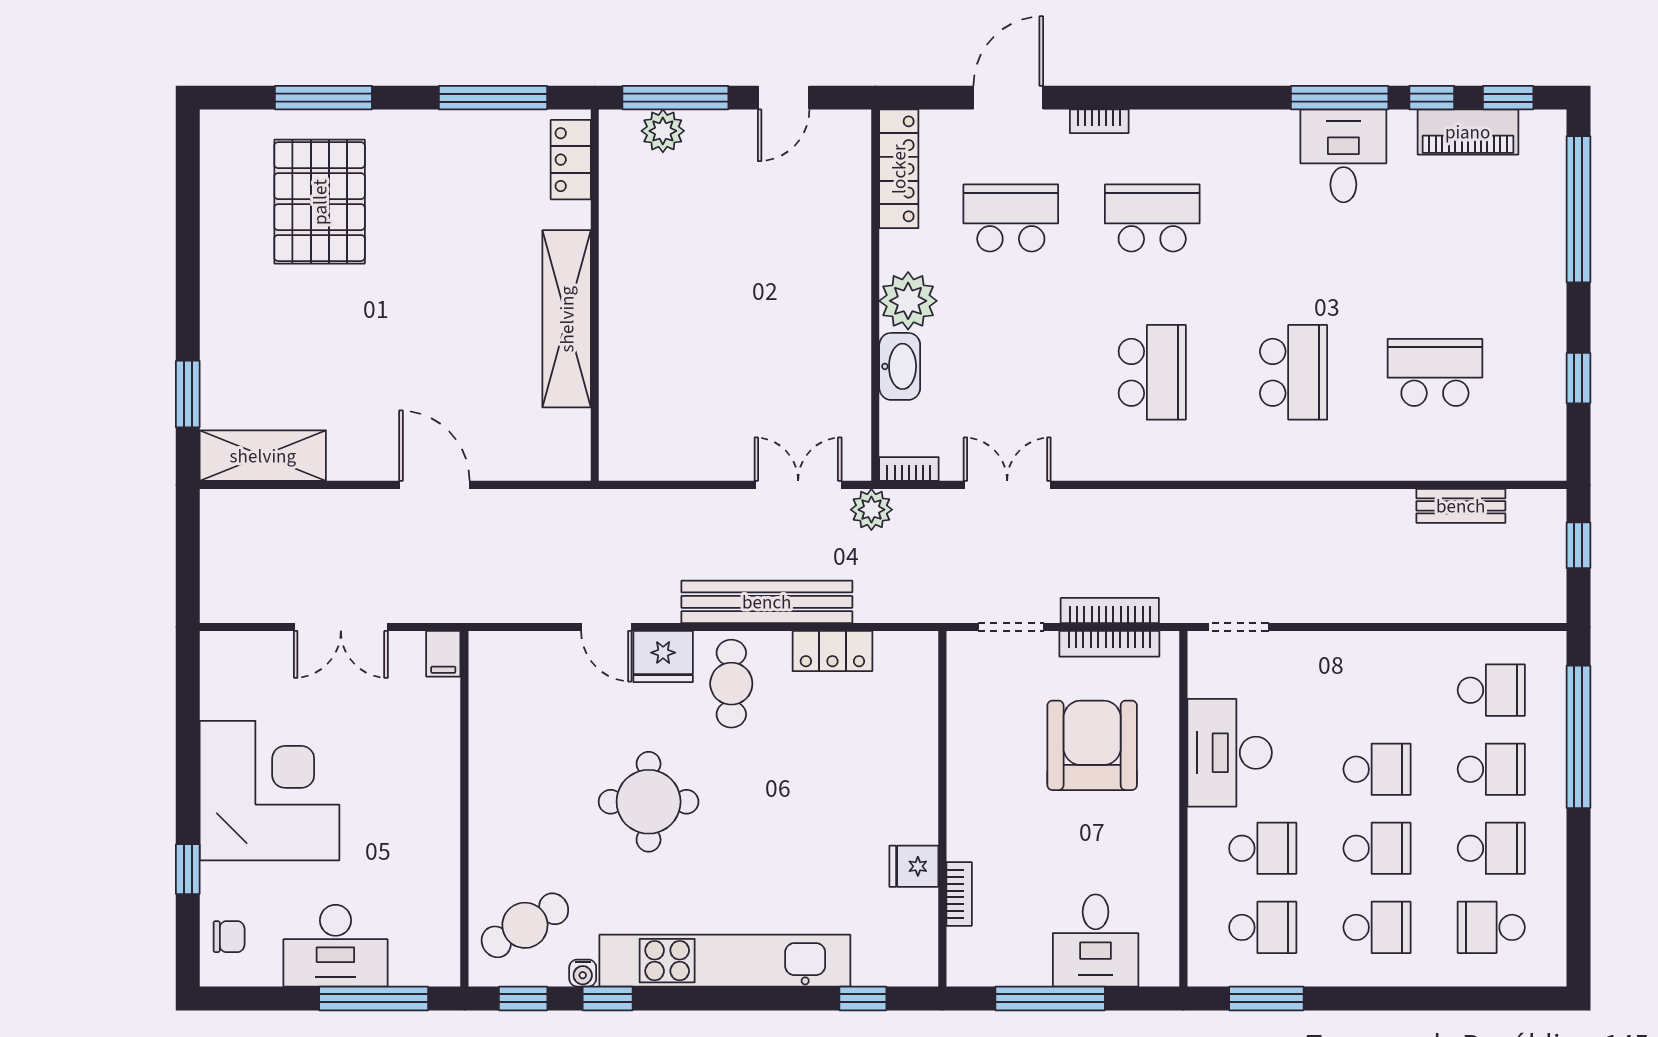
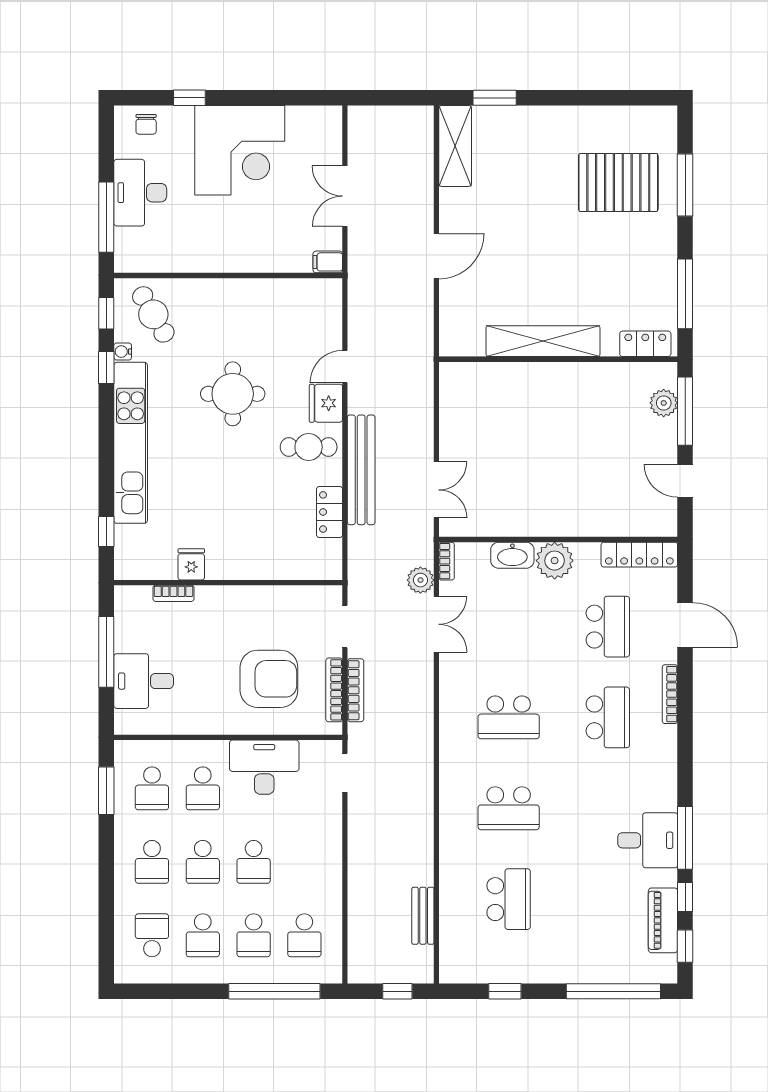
bookcase: (1099, 121) -> (670, 694), width x1.56
plant: (871, 510) -> (420, 580), moved

